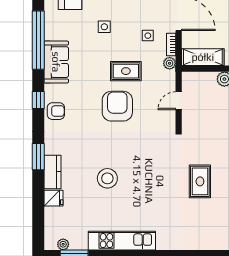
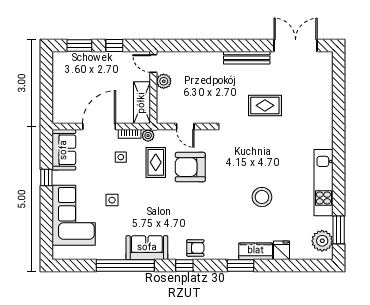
rug: (126, 71) -> (156, 162), moved
armchair: (117, 106) -> (190, 167), moved
armchair: (56, 111) -> (195, 248), turned 90
plant: (63, 244) -> (322, 241), width x1.88, depth x1.88

